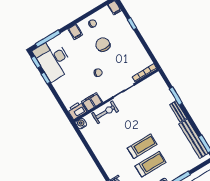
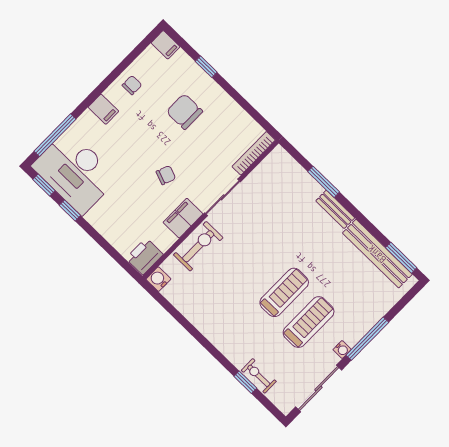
chair: (103, 45) -> (184, 112), moved
filing cabinet: (92, 102) -> (183, 218), moved

